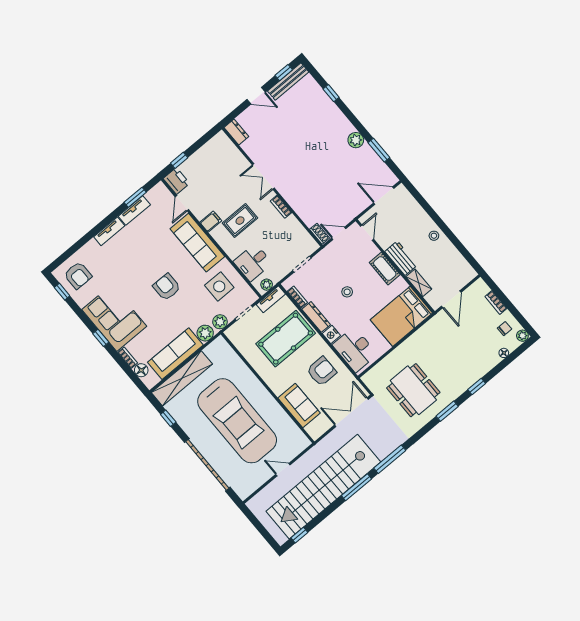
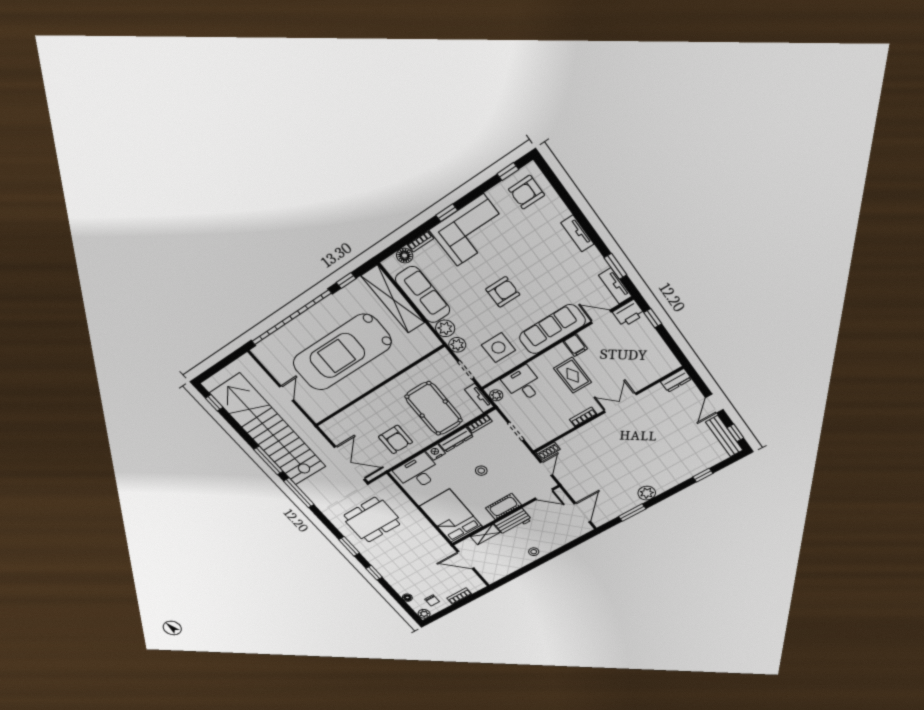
tv unit: (134, 210) -> (615, 286), moved
sofa: (299, 405) -> (358, 415), removed
garage door: (207, 465) -> (291, 318), width x1.36

